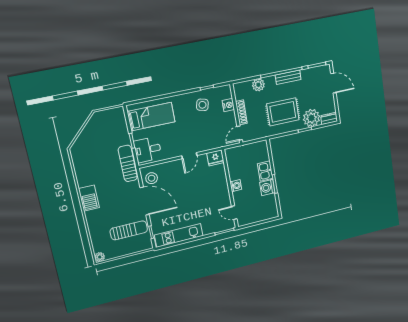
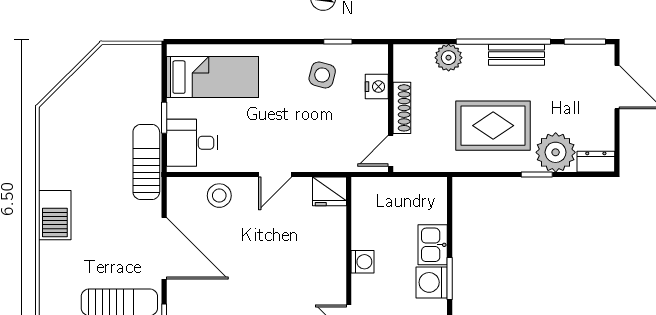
stool: (152, 178) -> (219, 196), moved

